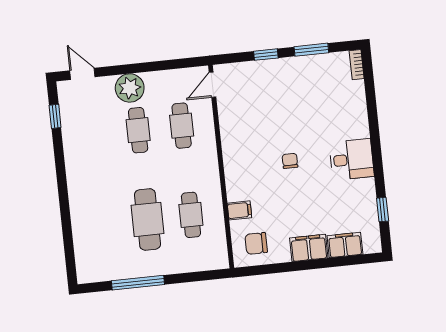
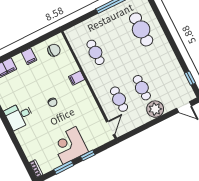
corner desk: (289, 82) -> (69, 145), added
filing cabinet: (239, 210) -> (77, 78), moved
cafe table: (147, 219) -> (141, 29), moved
filing cabinet: (309, 248) -> (29, 56), width x0.50

